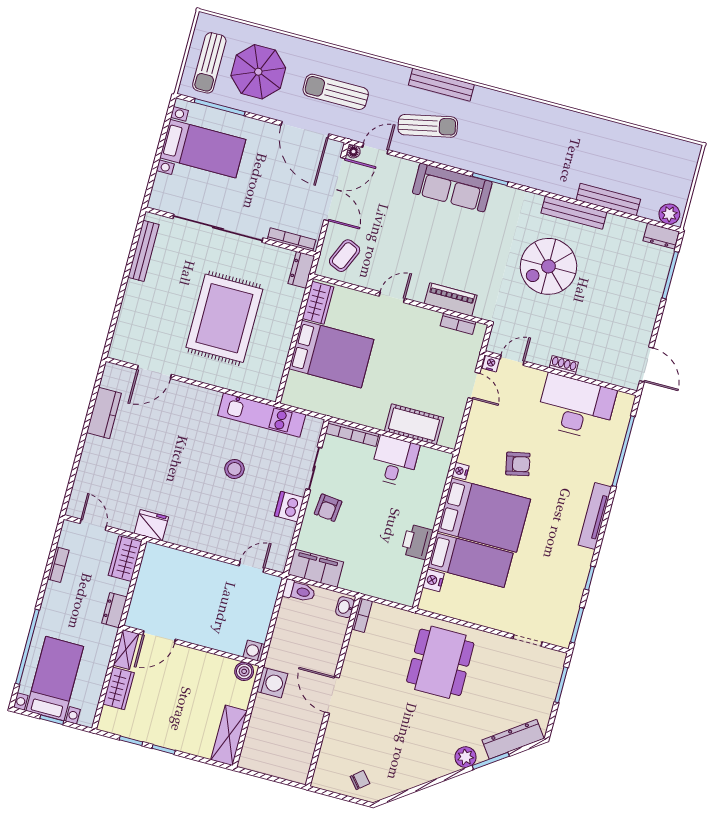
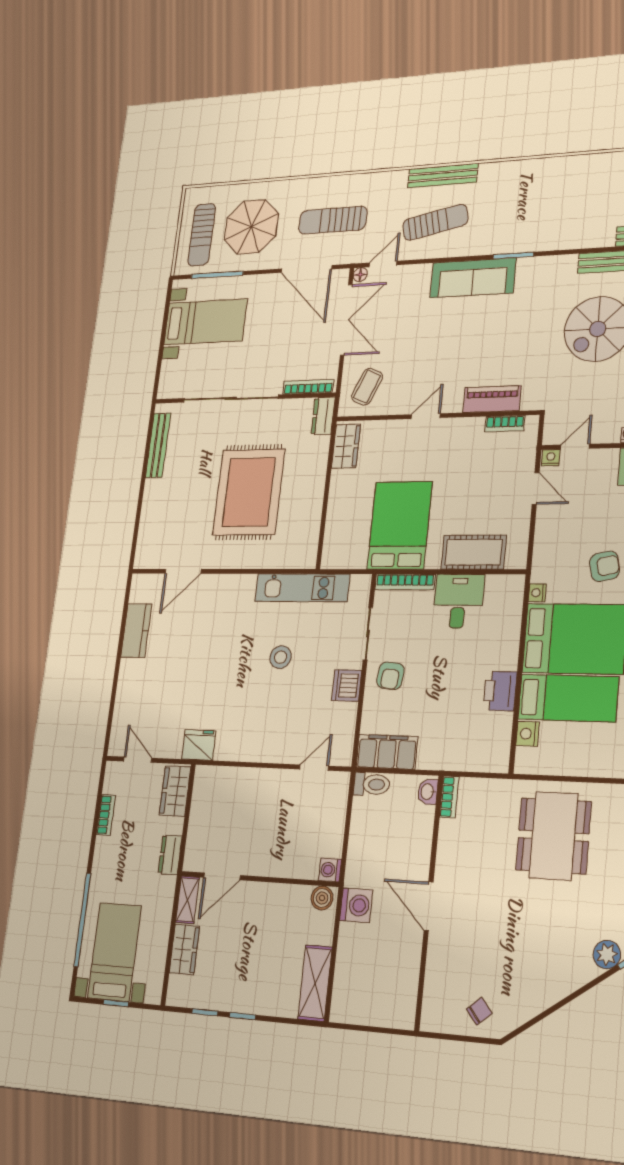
bed: (331, 354) -> (400, 525), moved, turned -90

